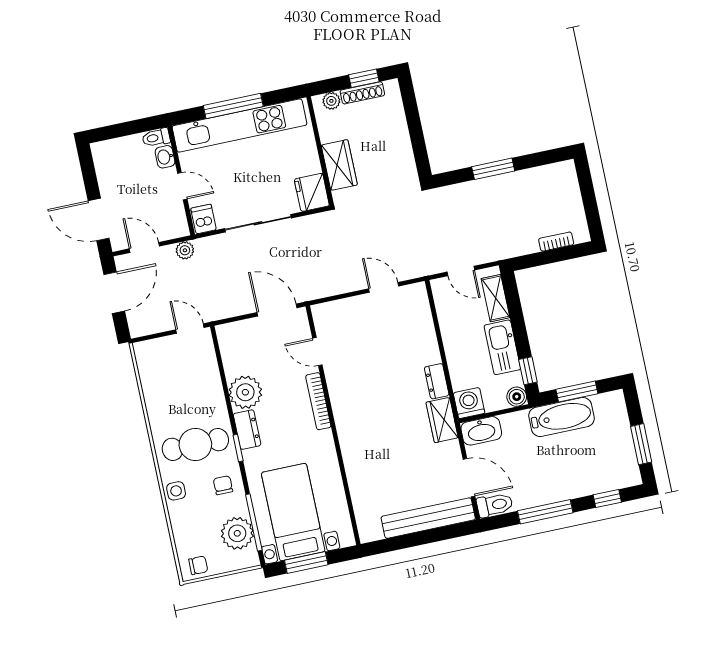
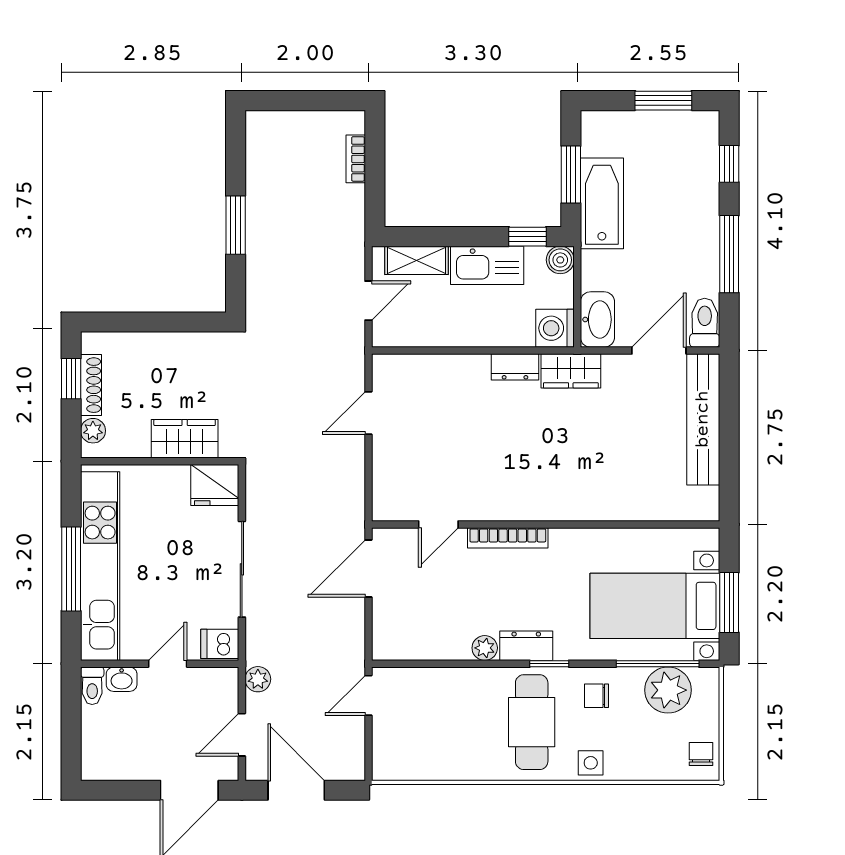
plant: (245, 392) -> (485, 648), width x0.53, depth x0.53

